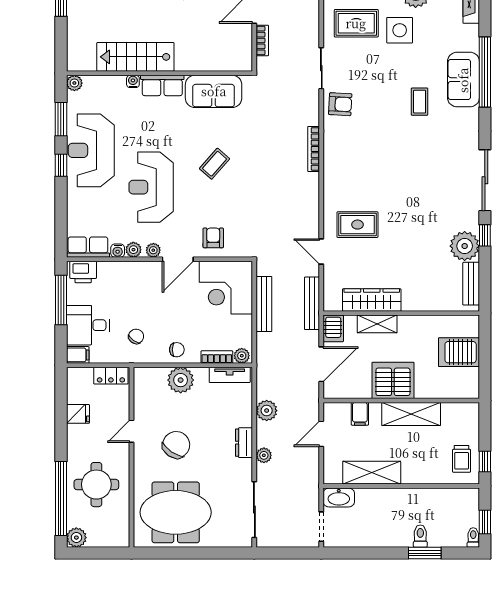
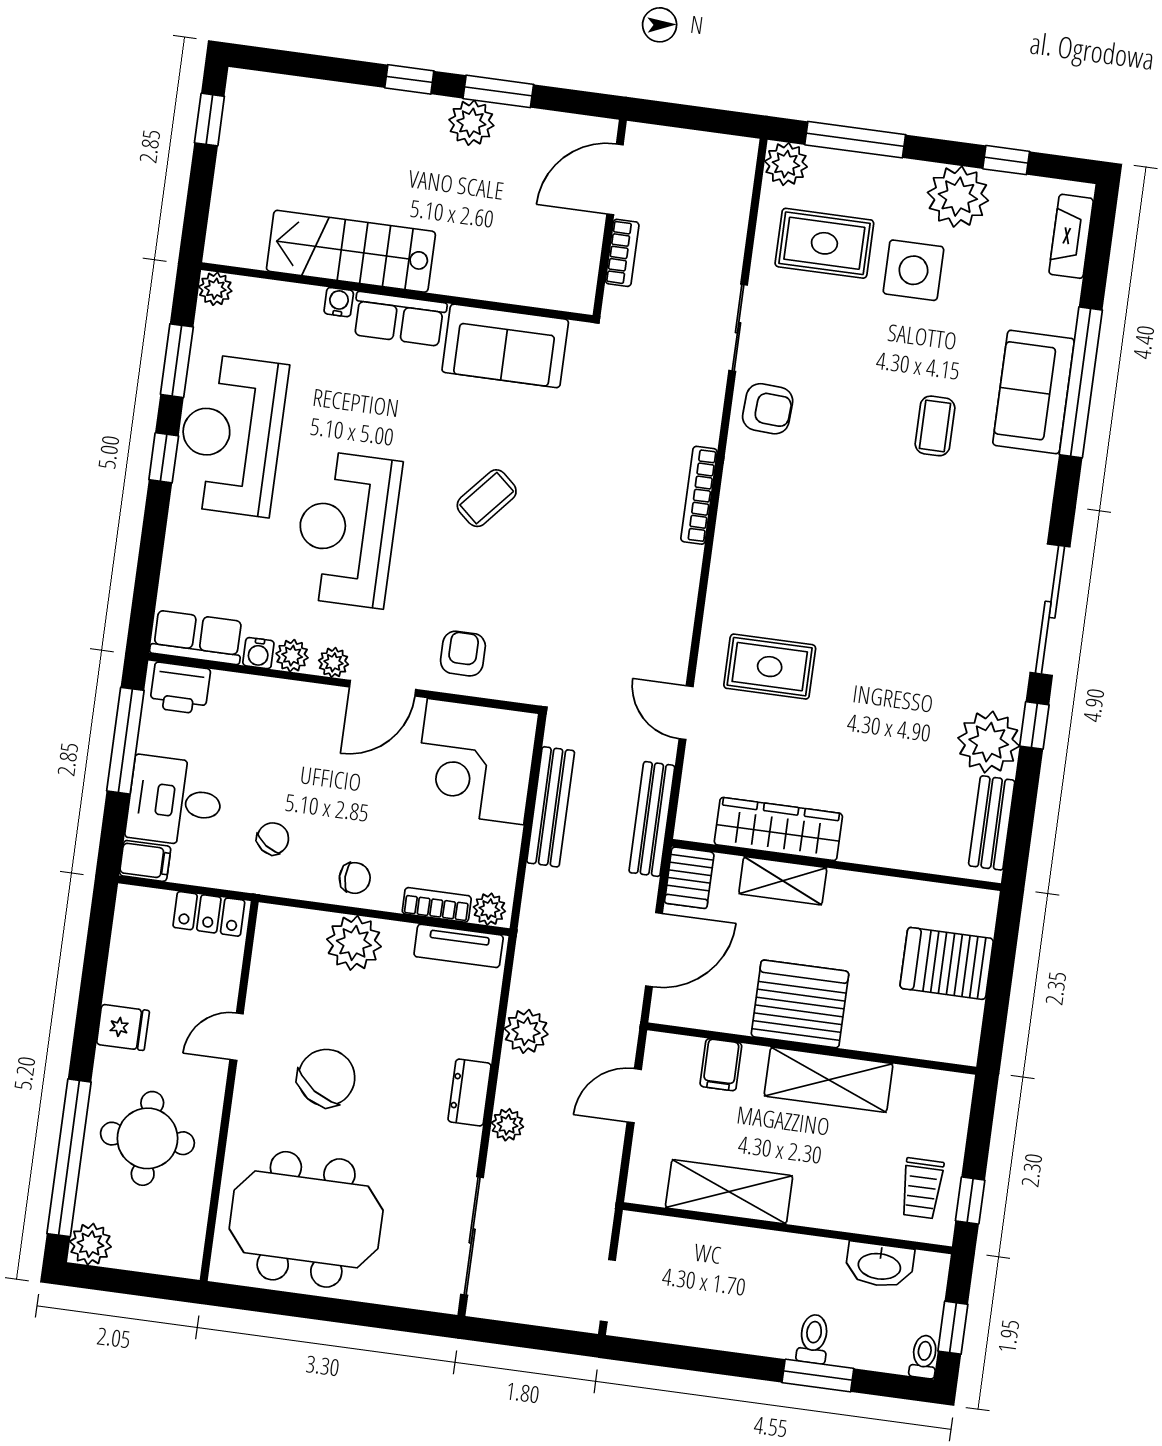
fridge: (78, 414) -> (123, 1027), moved
washbasin: (339, 497) -> (879, 1265), moved

